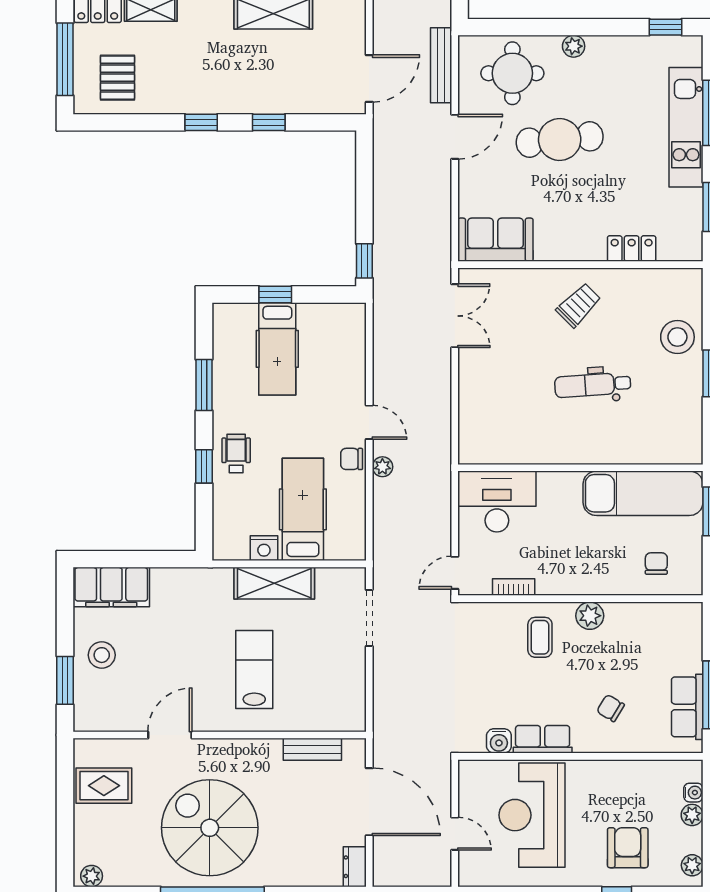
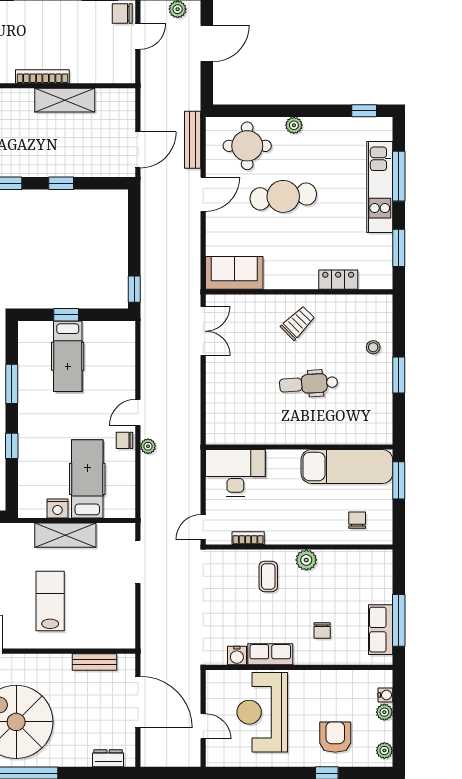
stool: (677, 337) -> (373, 347), width x0.53, depth x0.53
door: (369, 422) -> (138, 412), swing flipped
wheelchair: (236, 453) -> (36, 436), removed
chair: (611, 708) -> (322, 630), turned -121
dresser: (355, 867) -> (108, 758), moved, turned 90

